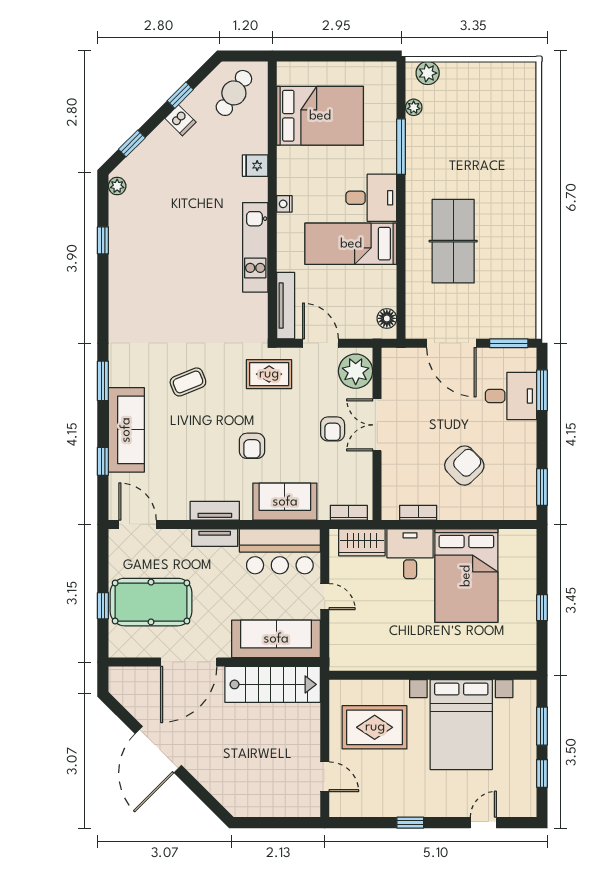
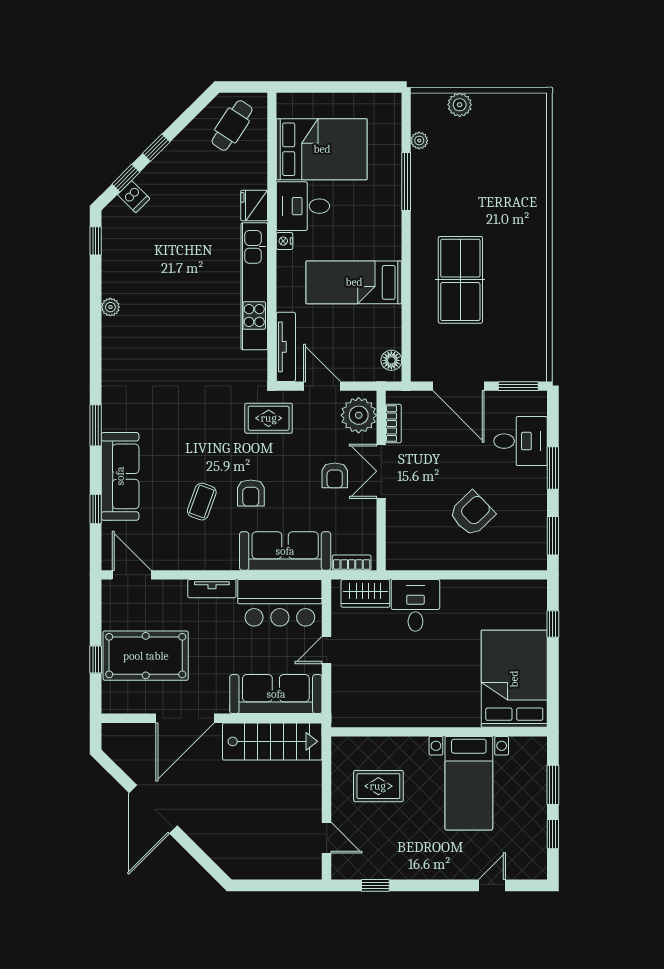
plant: (428, 73) -> (460, 105), moved
window: (180, 95) -> (156, 148), moved
dishwasher: (180, 120) -> (134, 197), moved
fridge: (255, 166) -> (254, 205), width x1.38
plant: (117, 186) -> (110, 307), moved
desk: (371, 198) -> (303, 206), moved, turned 180
window: (103, 240) -> (96, 241), moved
kitchen unit: (255, 247) -> (254, 286), width x1.36
coffee table: (188, 382) -> (202, 502), moved, turned -48
window: (542, 390) -> (553, 468), moved
sofa: (285, 502) -> (285, 551), width x1.36
tv unit: (215, 511) -> (212, 561), removed
bookcase: (418, 513) -> (393, 424), moved, turned 90
bed: (466, 576) -> (514, 679), moved, turned 180
door: (325, 597) -> (327, 650), swing flipped
window: (542, 608) -> (553, 624), moved
bed with nightstands: (461, 725) -> (469, 783), width x0.73
rug: (375, 727) -> (378, 786), width x0.73, depth x0.70
window: (410, 823) -> (375, 885), moved

